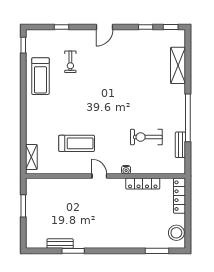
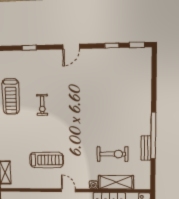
exercise bike: (70, 62) -> (42, 105), moved
shelving: (178, 65) -> (116, 182), moved, turned 90
exercise bike: (146, 137) -> (113, 154), turned 180
bench: (180, 145) -> (146, 148), moved

